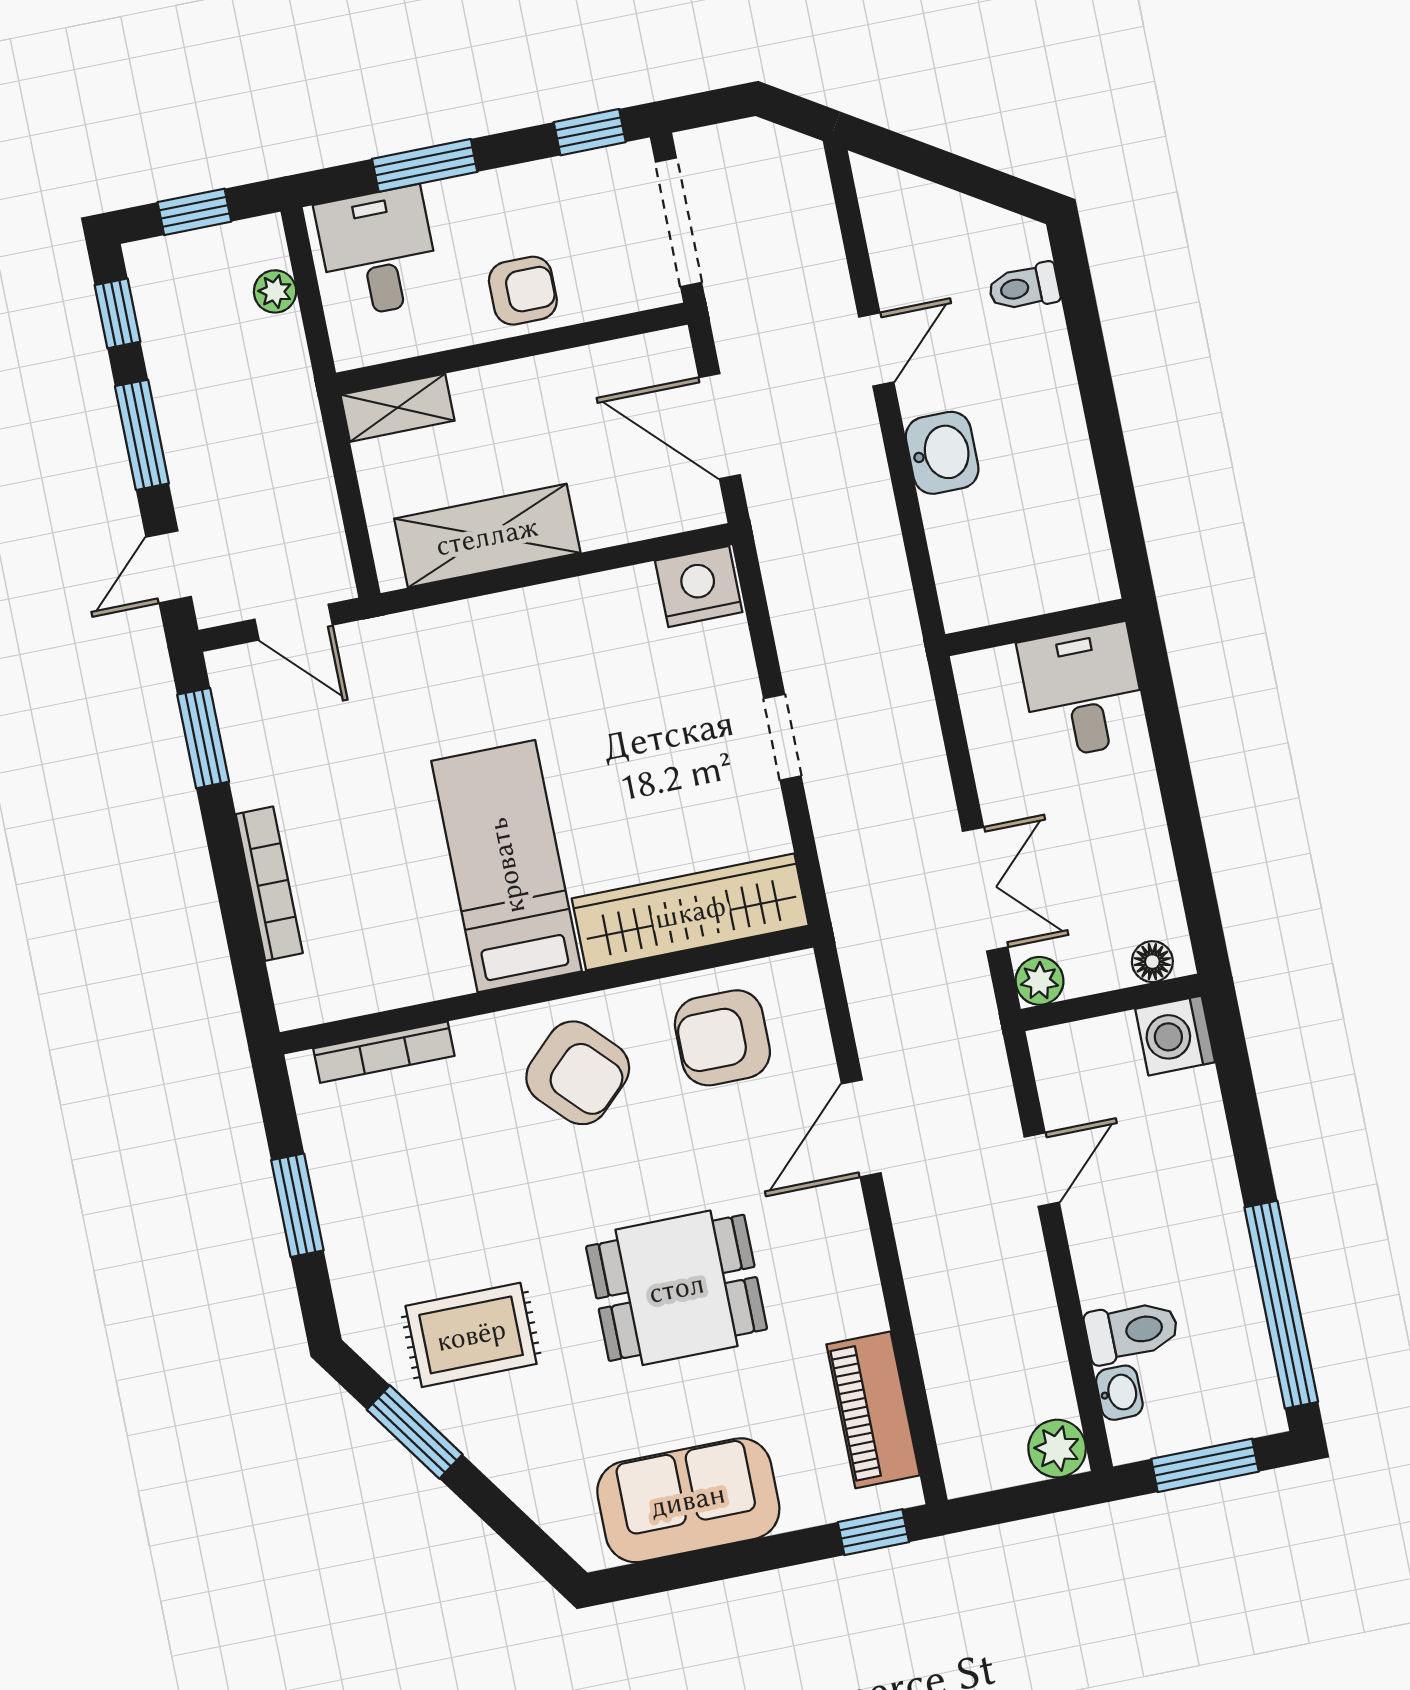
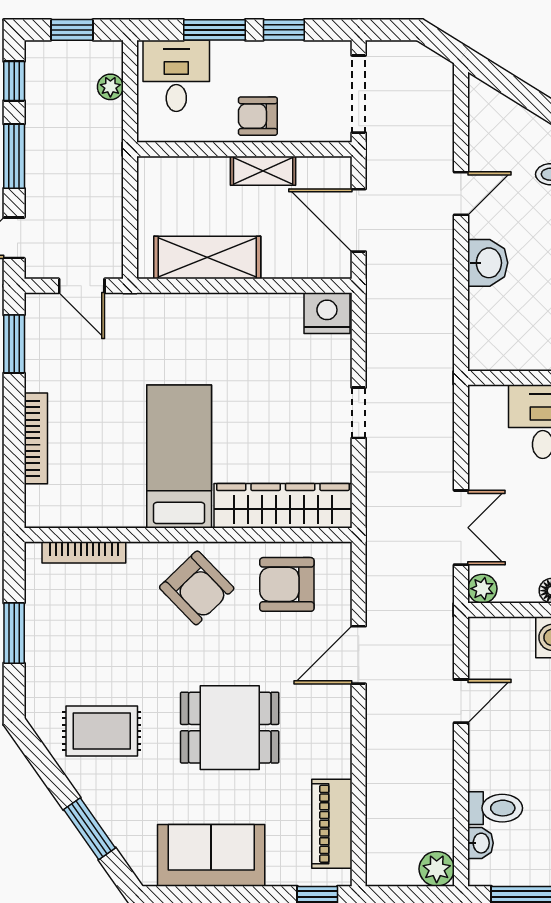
window: (590, 132) -> (284, 30), moved
armchair: (523, 291) -> (258, 116), turned 180
shelving: (398, 408) -> (263, 171), moved
window: (415, 1432) -> (90, 829), moved

